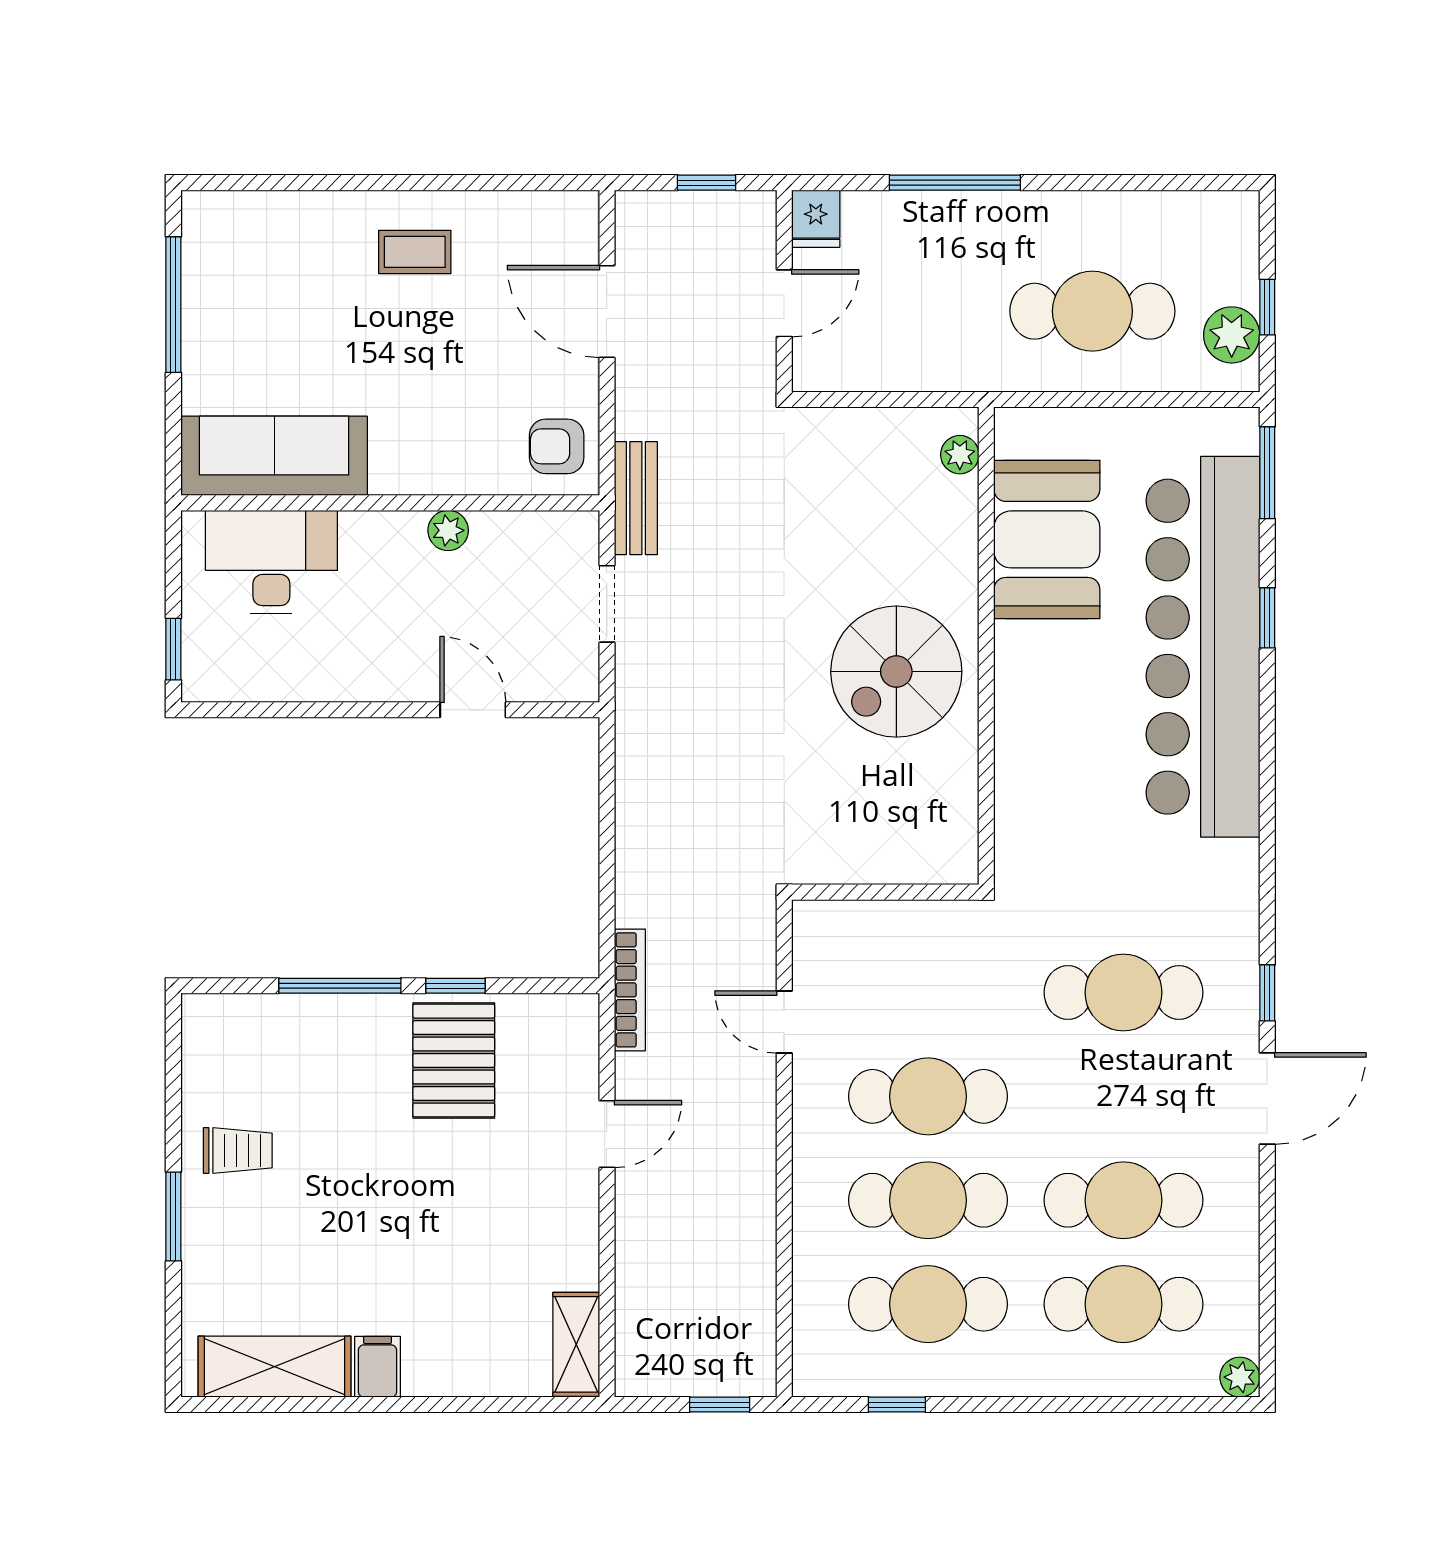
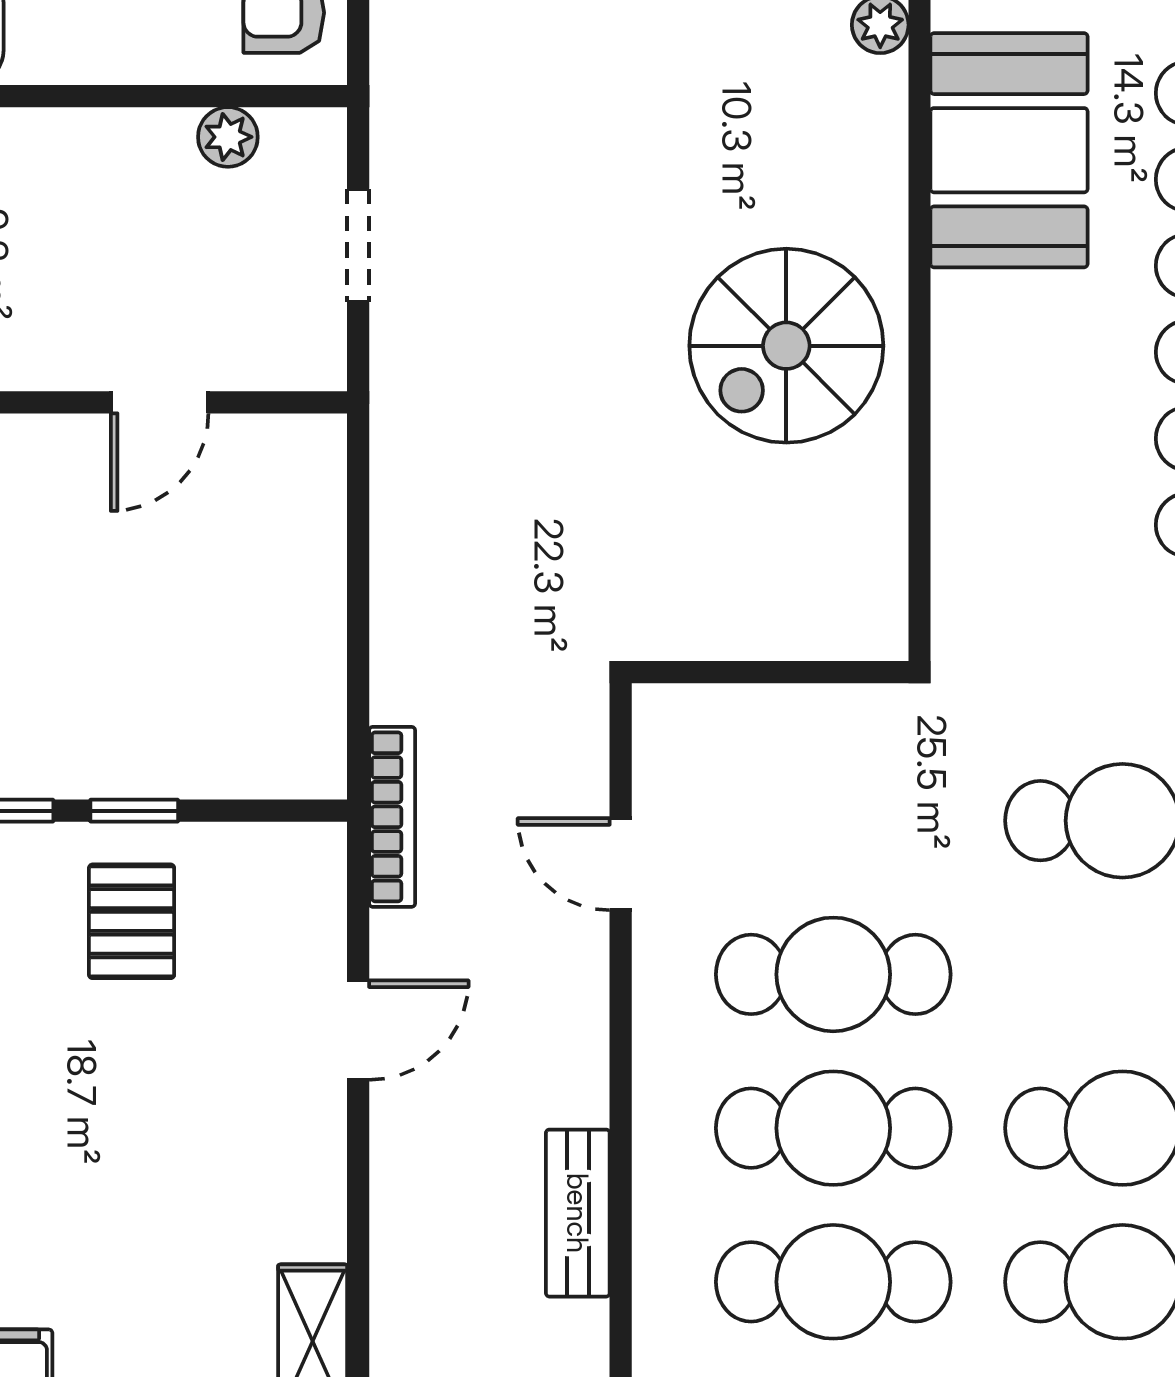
bench: (636, 498) -> (578, 1213), moved
plant: (448, 530) -> (228, 137), moved
door: (473, 710) -> (160, 402), swing flipped
pallet: (454, 1061) -> (132, 921), width x0.67, depth x0.71

